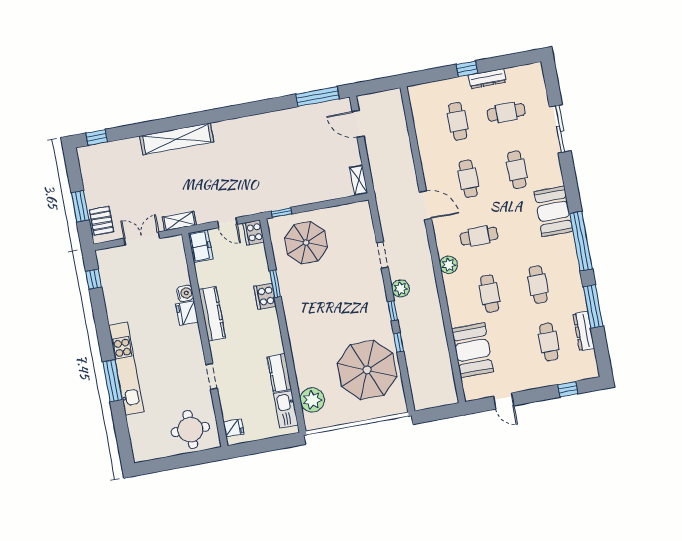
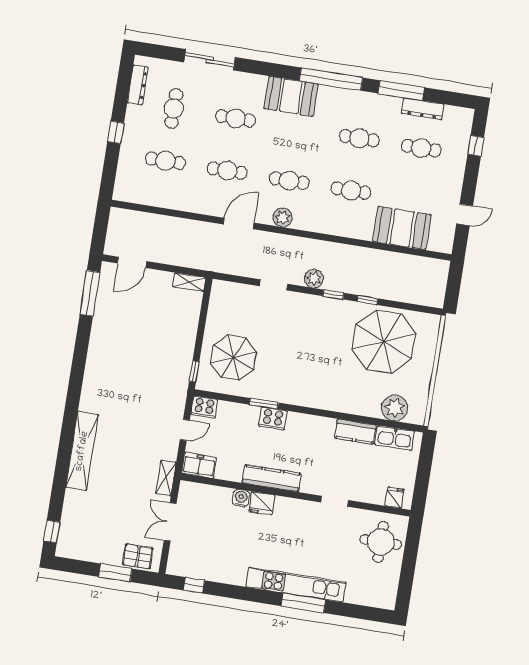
dresser: (487, 79) -> (138, 85), moved
cafe table: (479, 236) -> (289, 181), turned 90
plant: (449, 265) -> (283, 218), moved

